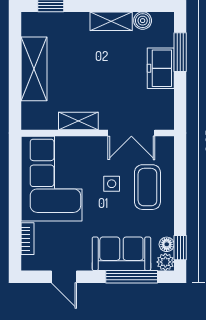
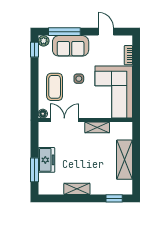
boiler: (143, 21) -> (58, 189), removed
side table: (112, 184) -> (79, 79), moved
floor lamp: (167, 244) -> (43, 114), moved

